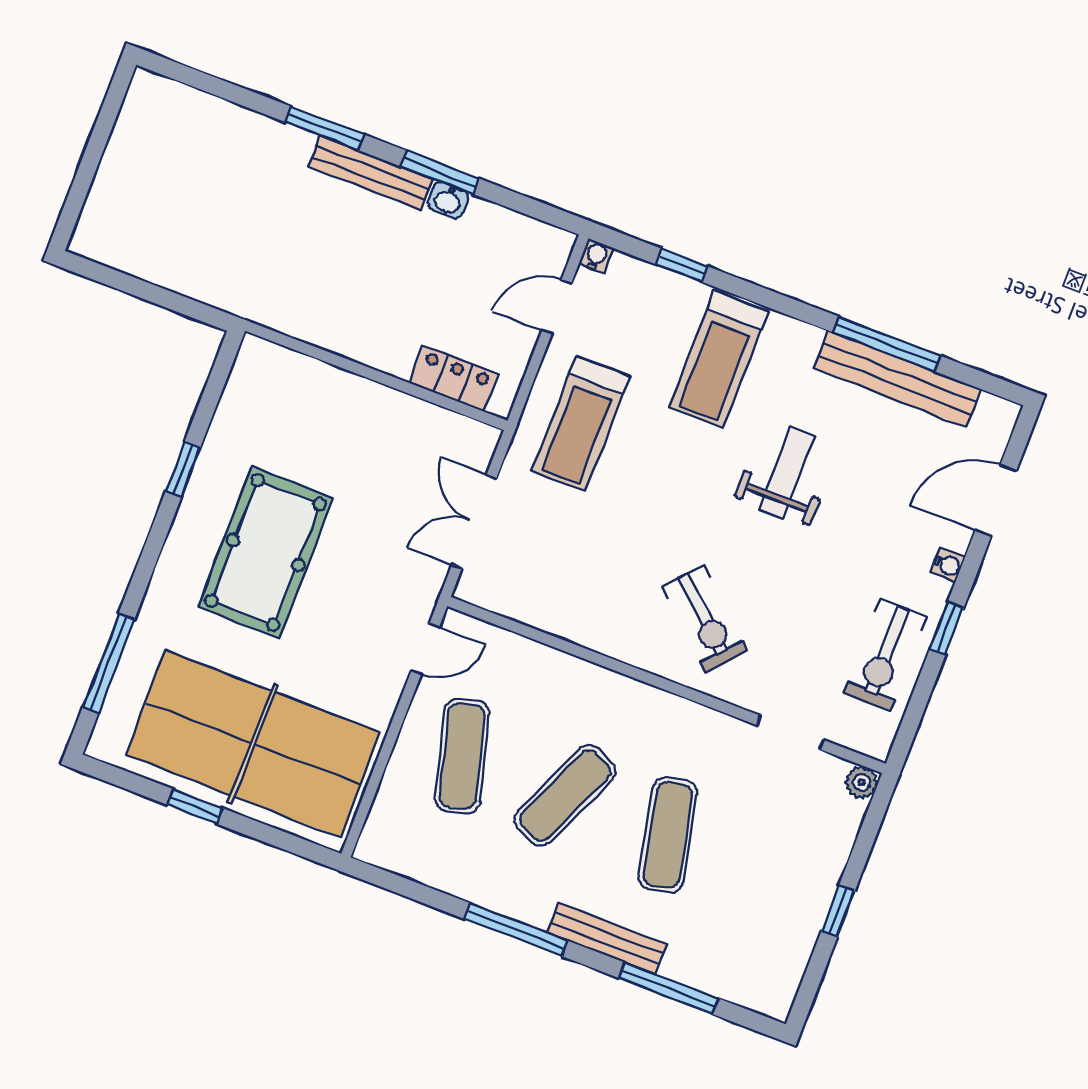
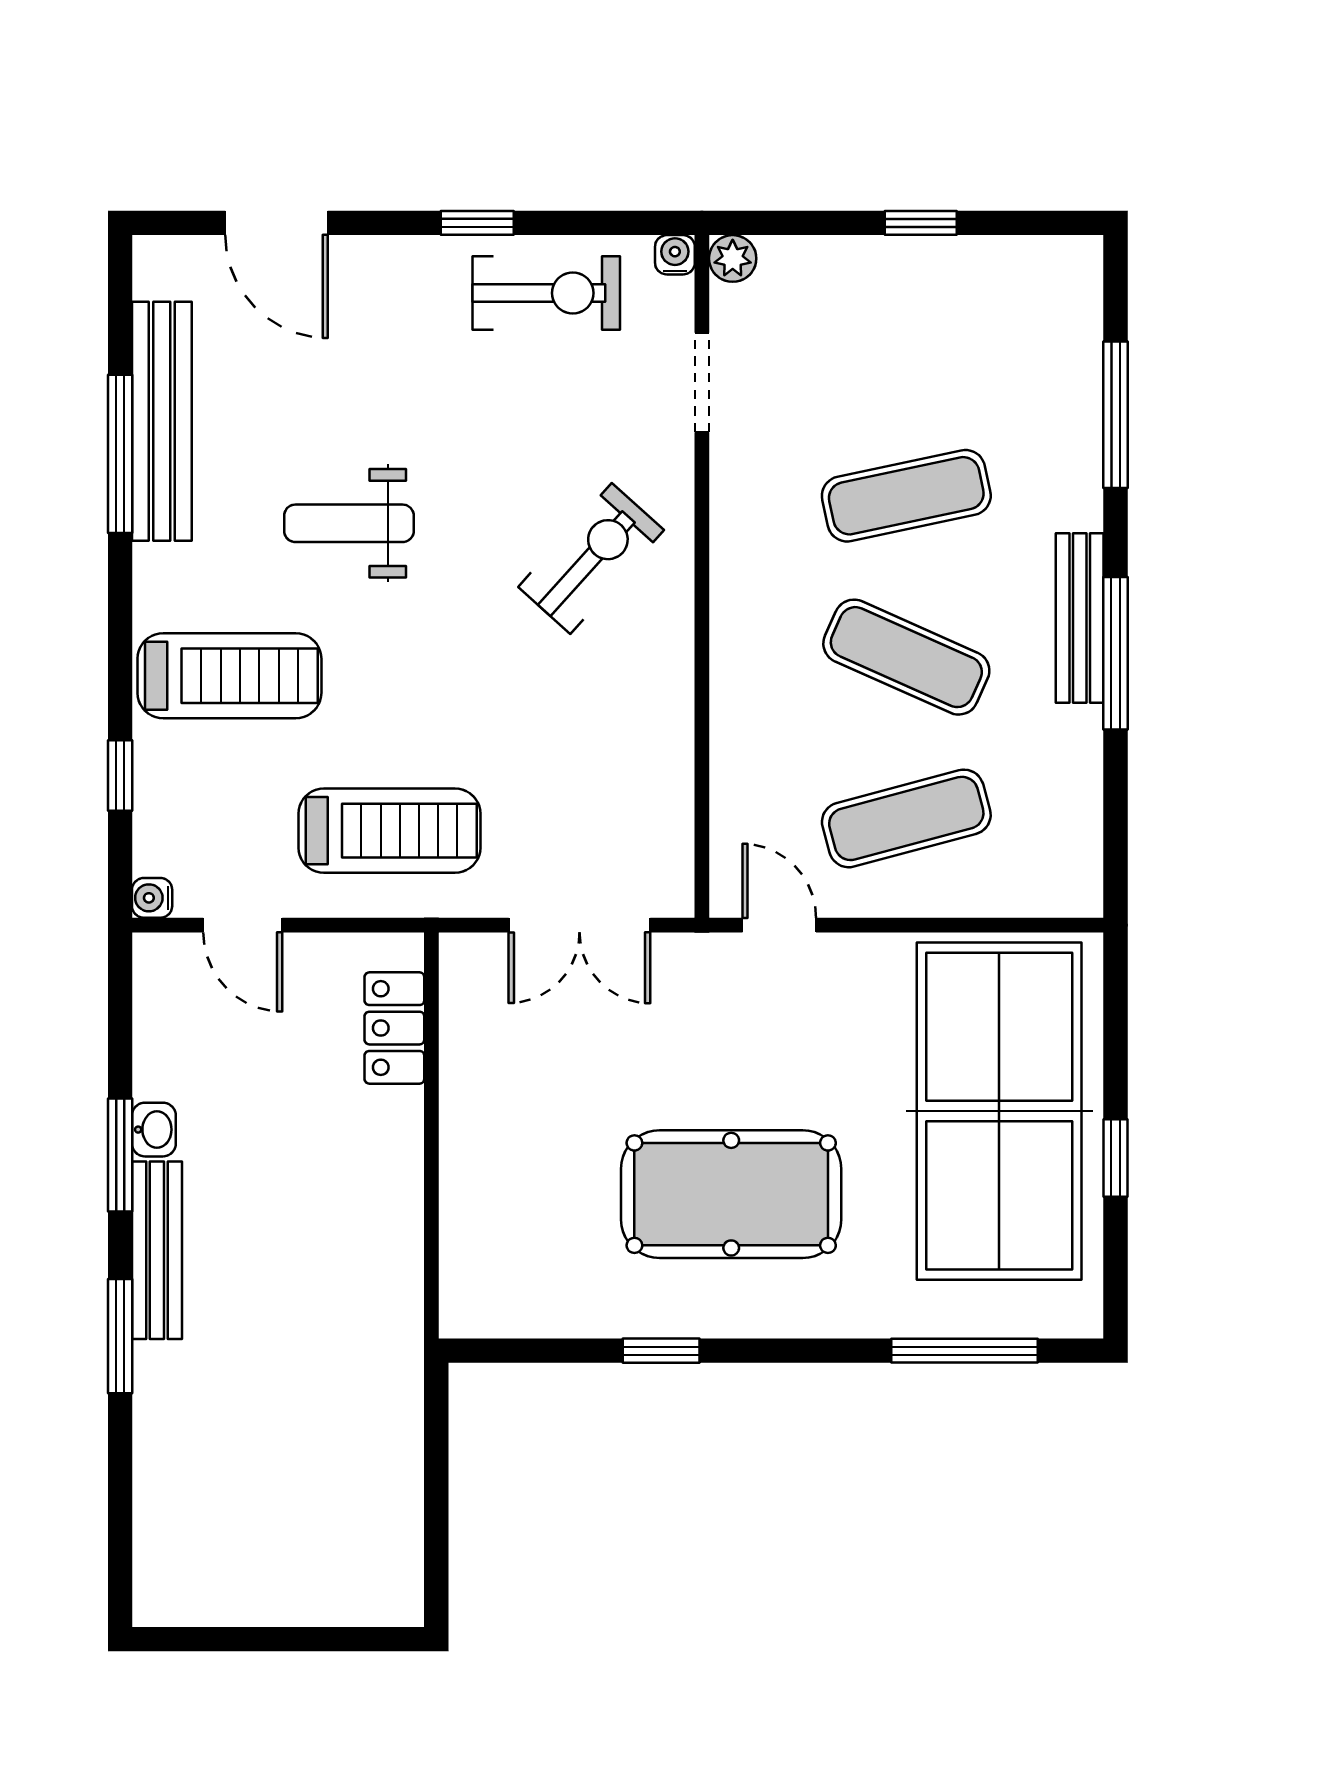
water cooler: (948, 565) -> (675, 255), moved
bench: (607, 938) -> (1080, 618), moved

